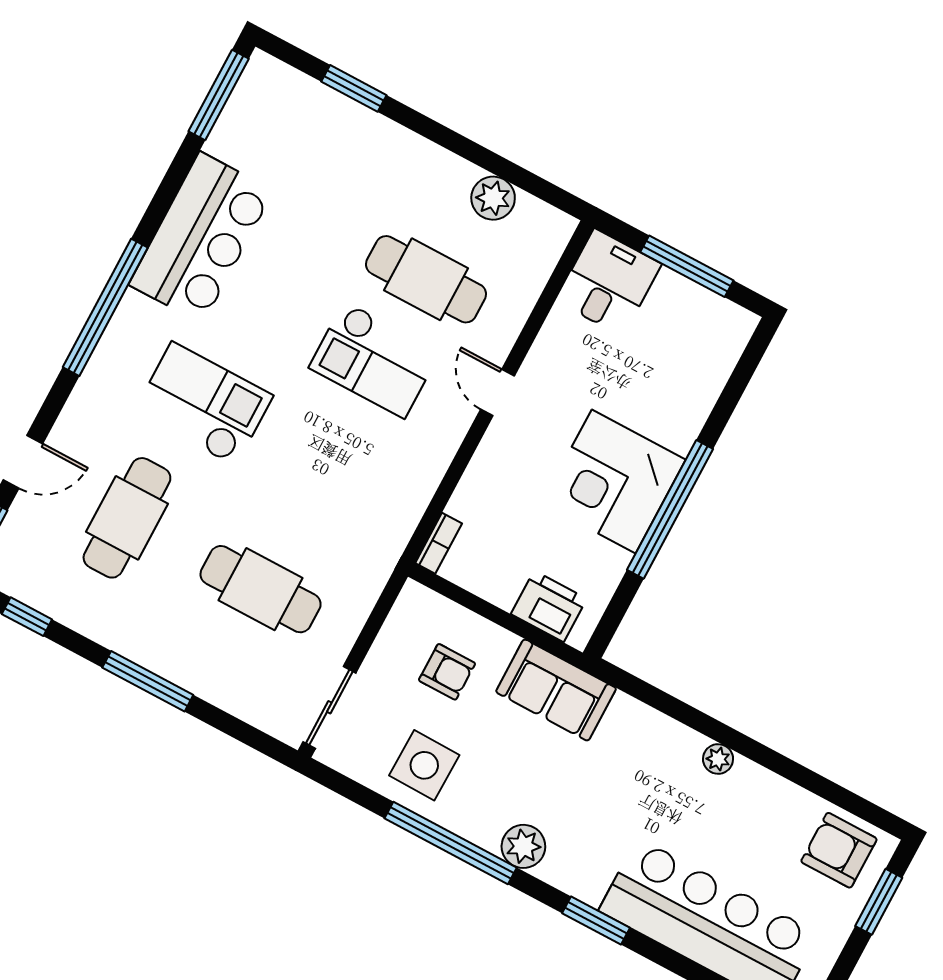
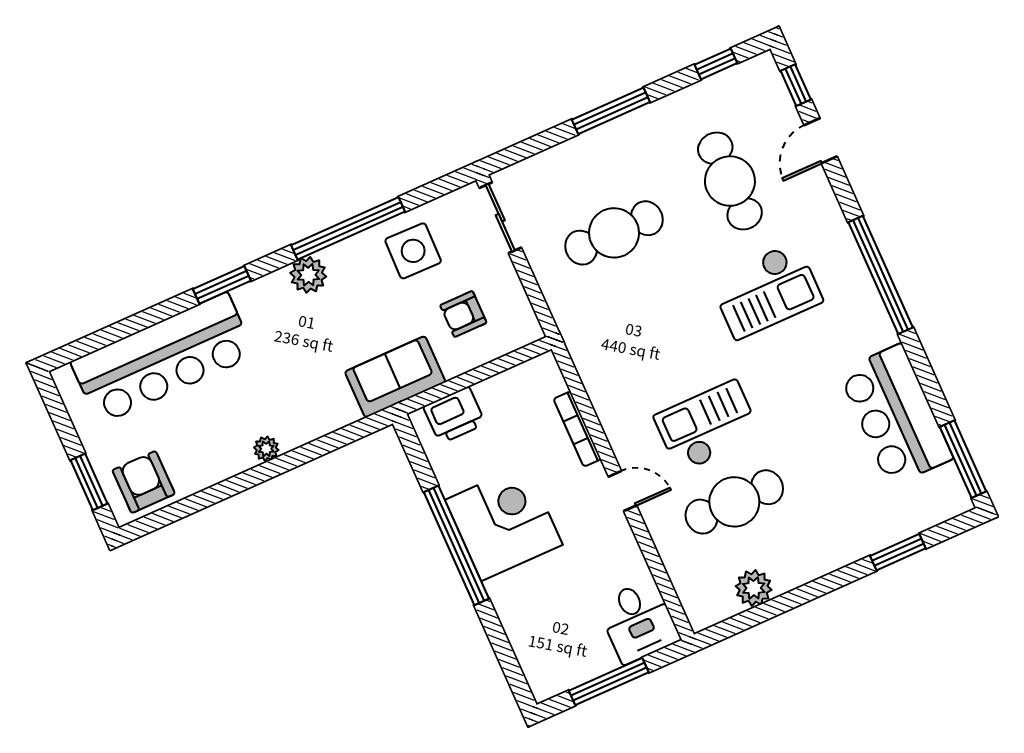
bar counter: (201, 238) -> (896, 415), moved
bookcase: (439, 543) -> (577, 429), moved, width x1.56
armchair: (839, 850) -> (144, 482), turned -90

